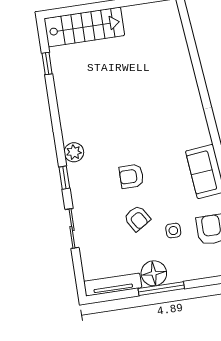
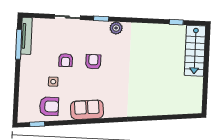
armchair: (137, 218) -> (66, 60), turned -58
floor lamp: (154, 273) -> (28, 64), removed
window: (161, 289) -> (19, 44), moved

